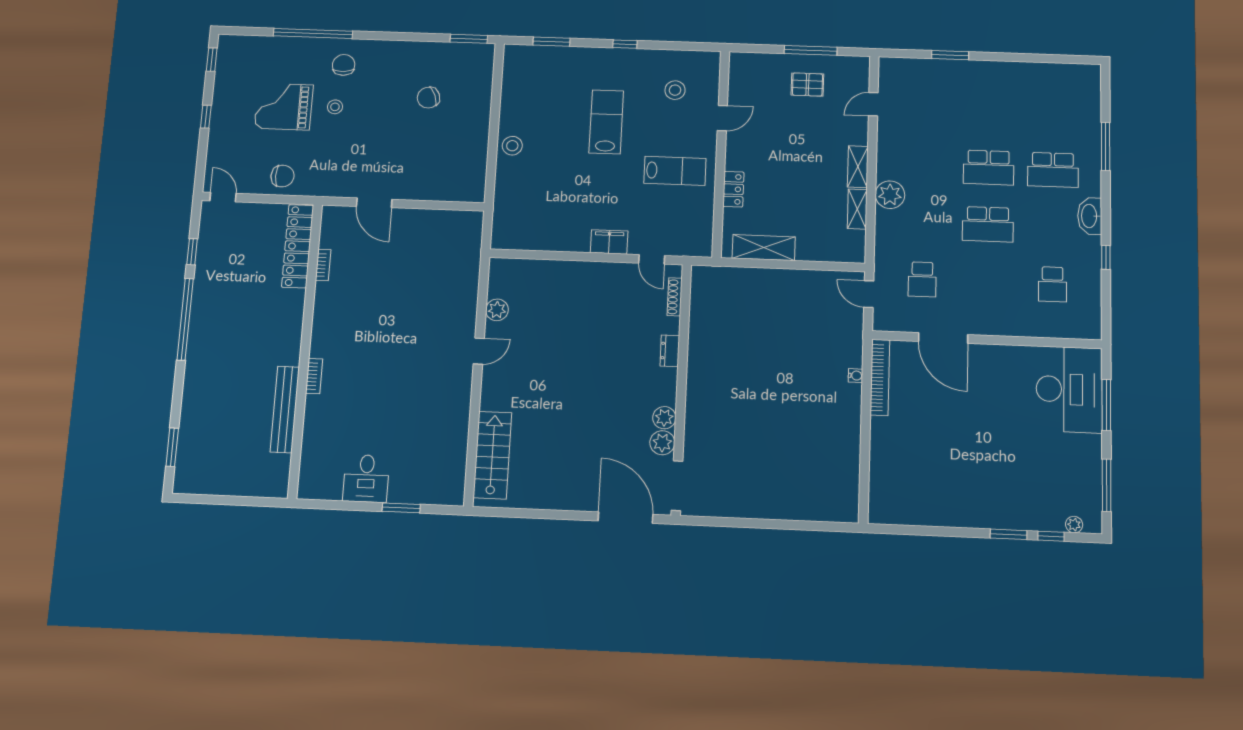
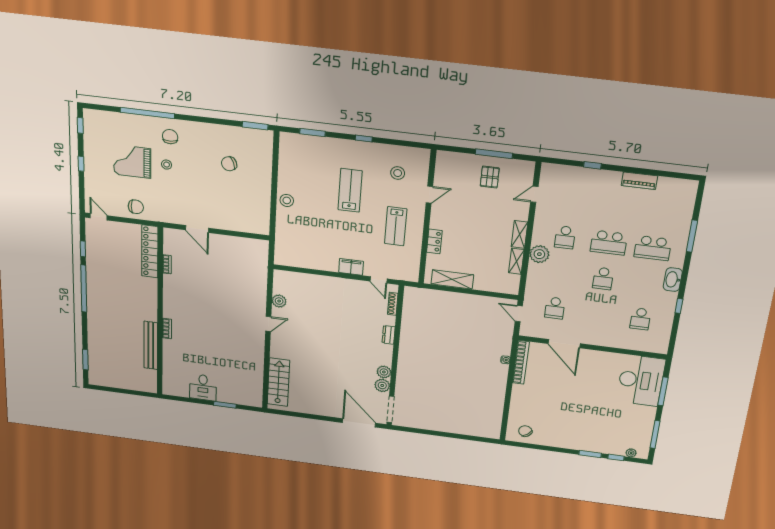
window: (950, 55) -> (592, 165), width x0.67
piano: (1019, 72) -> (639, 181), added
pallet: (807, 85) -> (490, 177), turned 90
school desk: (924, 165) -> (565, 237), added
lab bench: (675, 171) -> (396, 226), turned 90
school desk: (988, 224) -> (603, 278), width x0.54
chair: (899, 503) -> (525, 431), added

